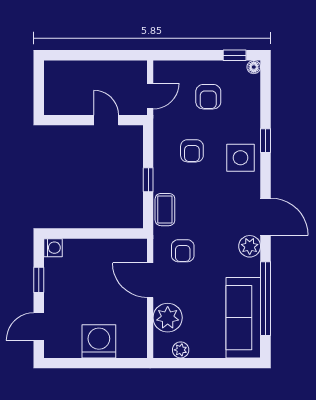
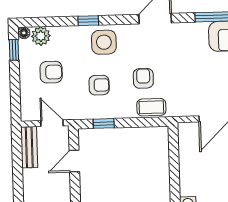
bench: (124, 69) -> (29, 147), added
window: (148, 180) -> (104, 123), moved
plant: (250, 246) -> (41, 36), moved
armchair: (183, 251) -> (143, 78), moved, turned -90

